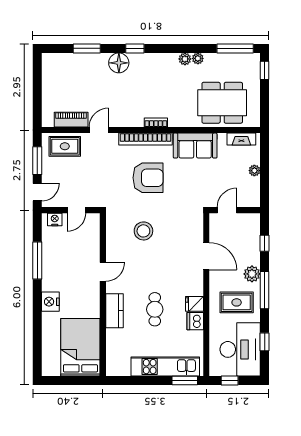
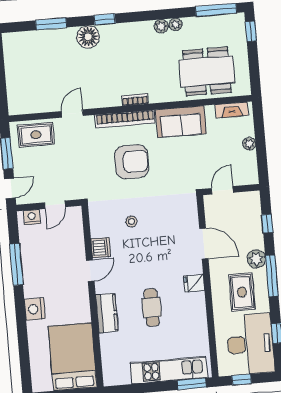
piano: (71, 120) -> (40, 105), removed
stool: (143, 231) -> (132, 221), width x0.53, depth x0.53
rug: (237, 302) -> (242, 292), turned 90
fridge: (195, 304) -> (194, 283), moved
dishwasher: (195, 321) -> (101, 248), moved, turned 180

